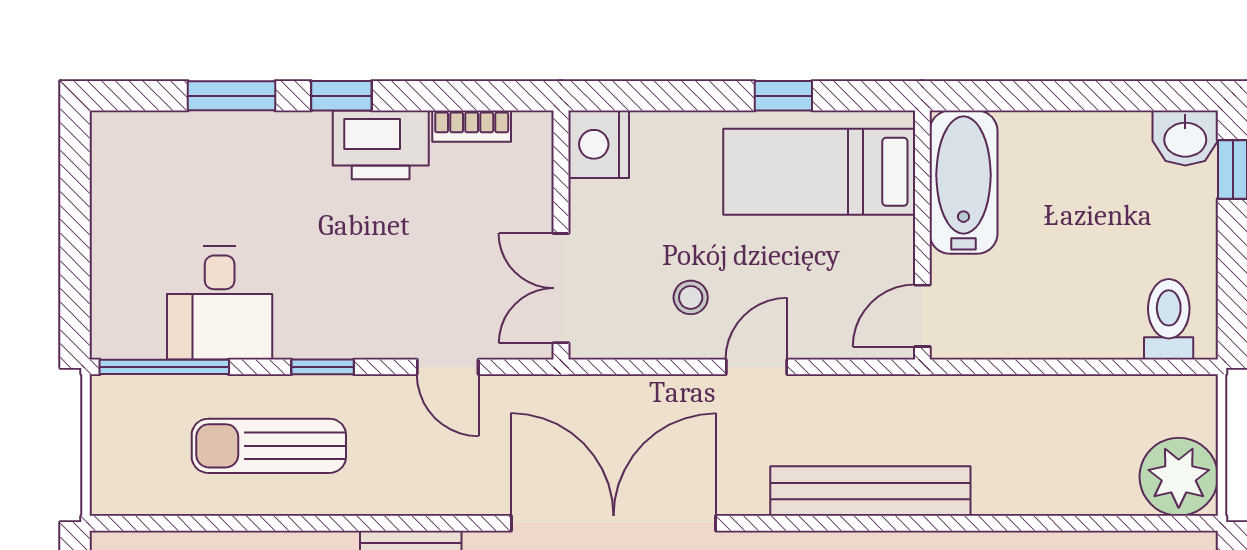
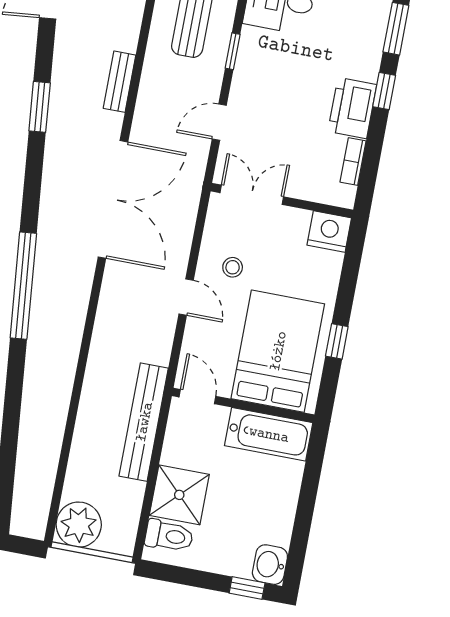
bed: (819, 172) -> (278, 351), width x1.50
shower: (1096, 315) -> (179, 495), added
bench: (870, 491) -> (144, 422), moved

